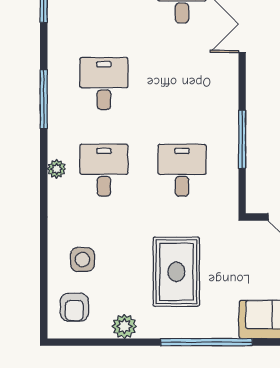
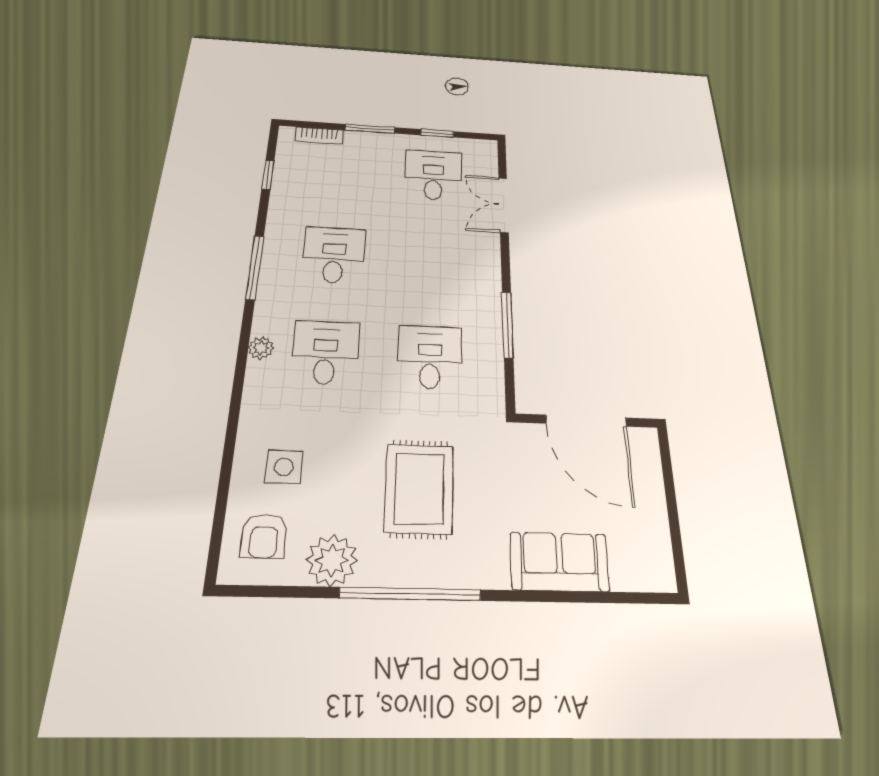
plant: (124, 326) -> (332, 560), width x1.36, depth x1.36
window: (206, 342) -> (410, 594), moved

